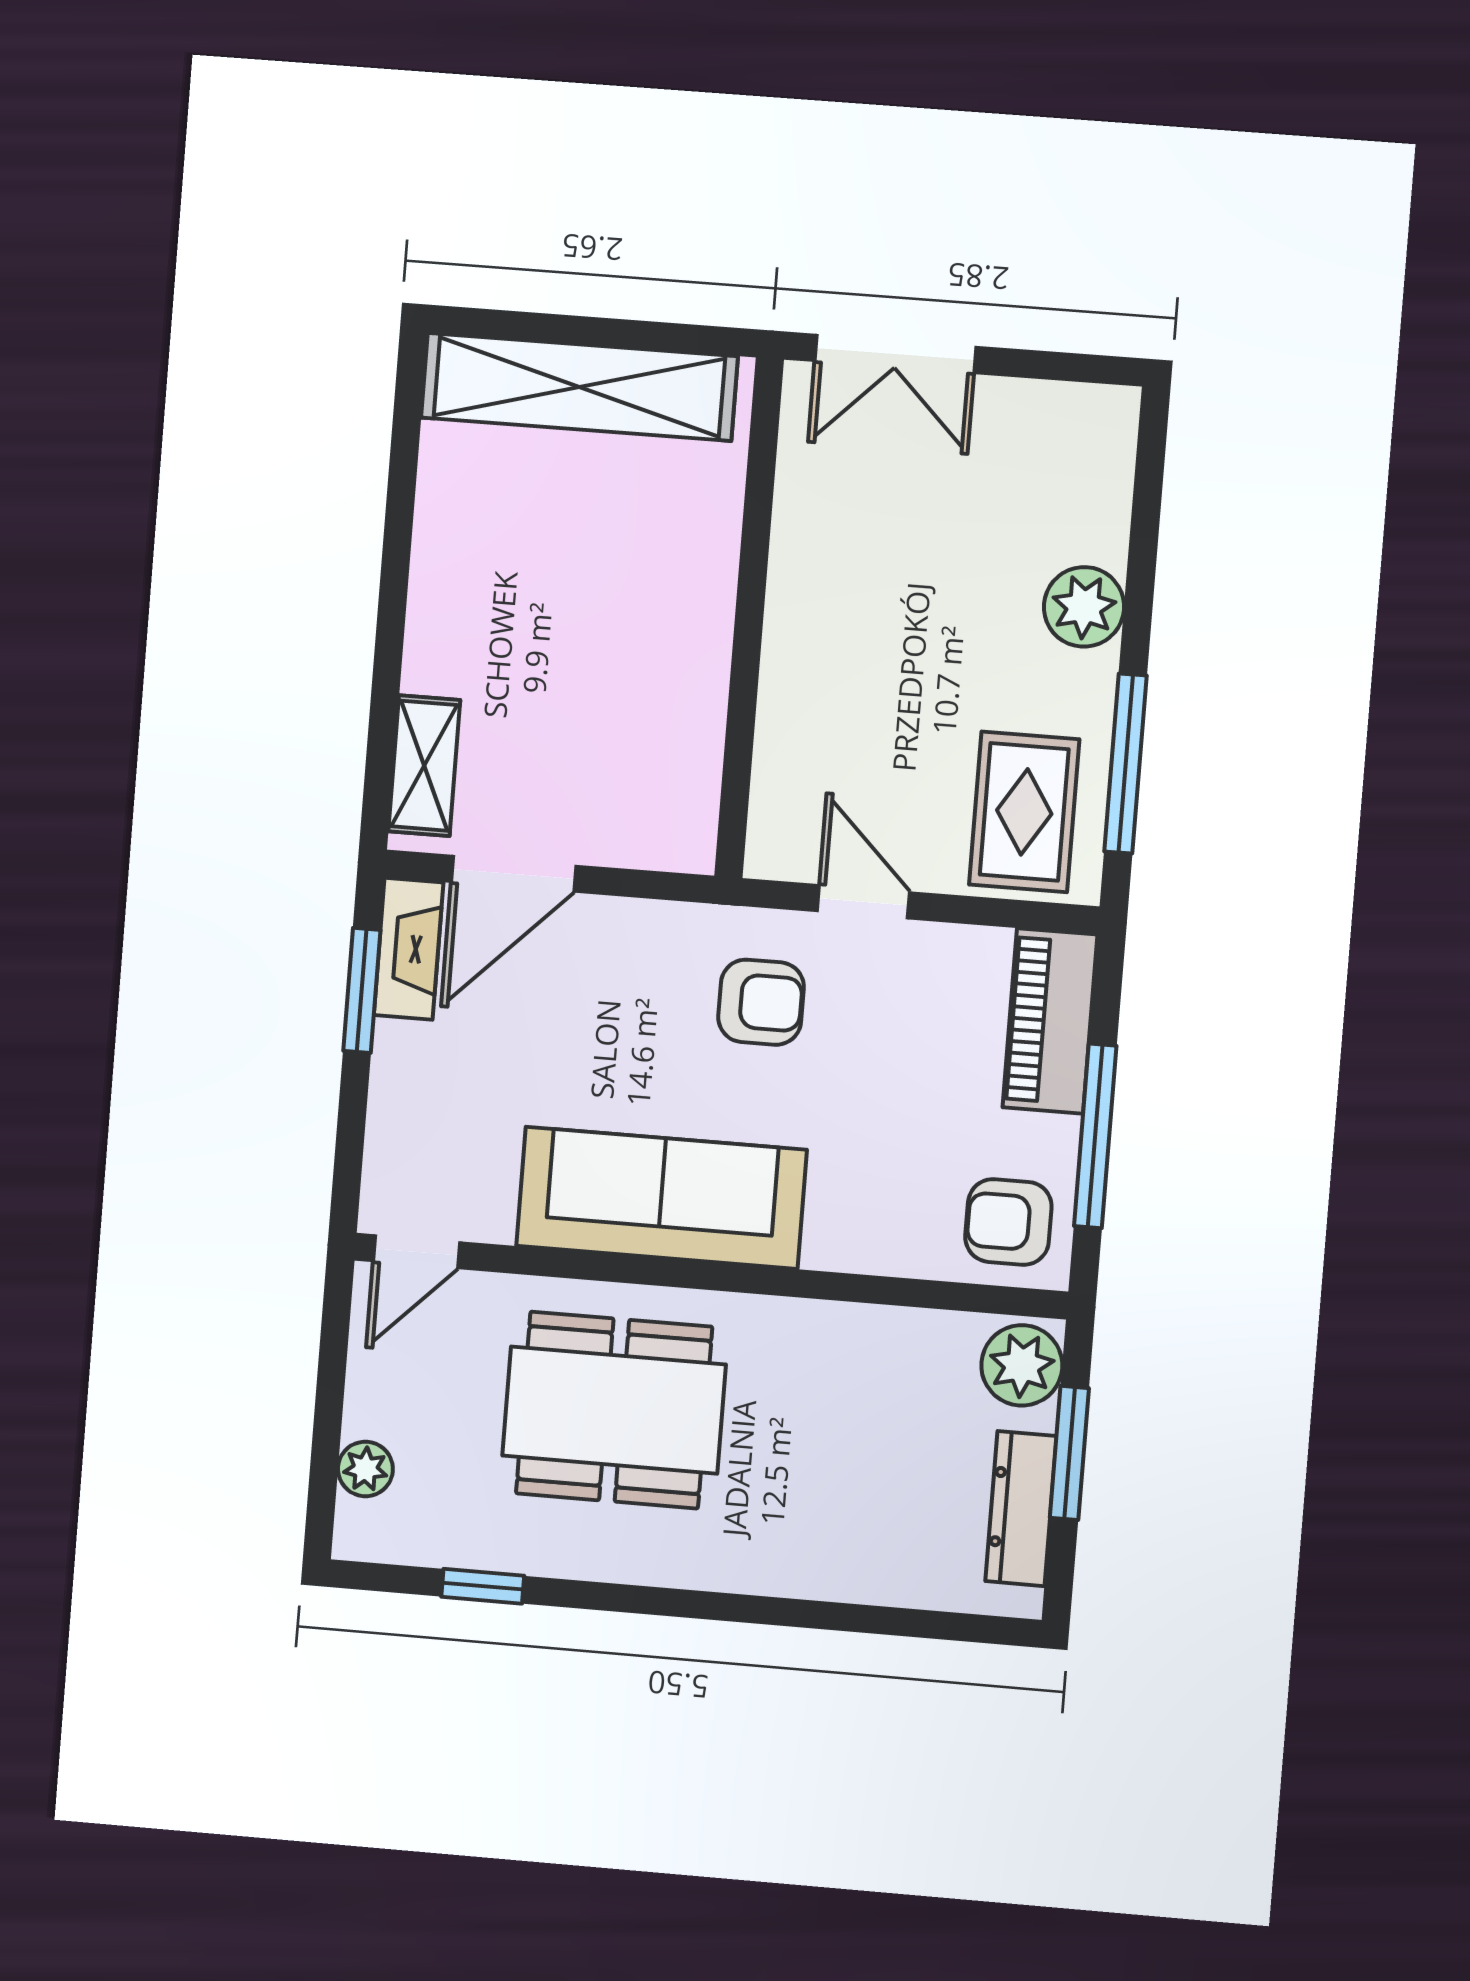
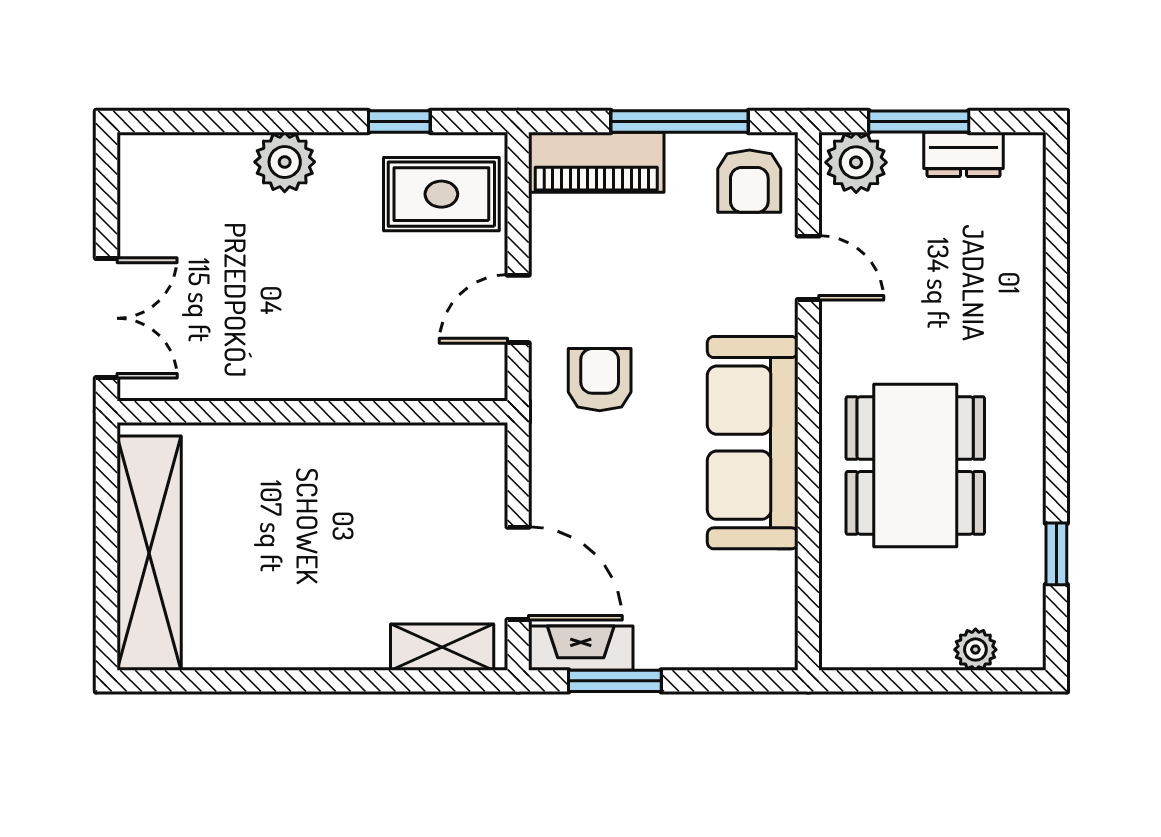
window: (1126, 764) -> (399, 121), width x0.46
door: (416, 1252) -> (808, 268), moved
dresser: (1021, 1509) -> (964, 154), width x0.70

